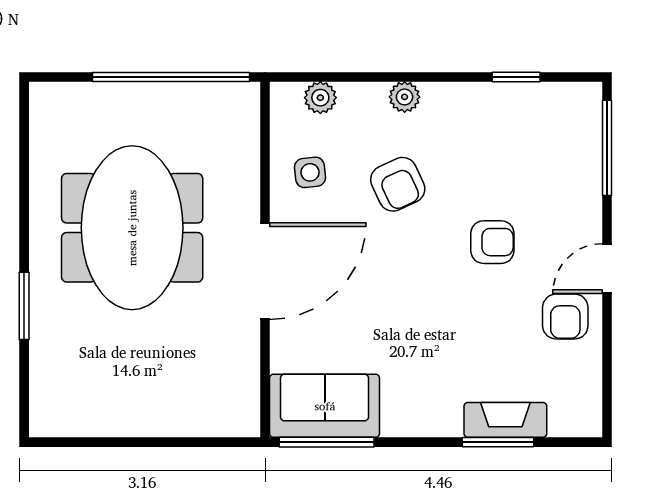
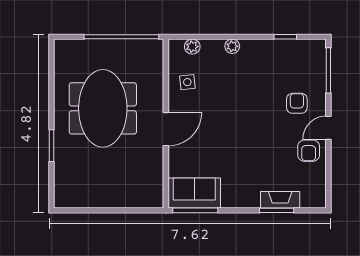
armchair: (398, 184) -> (229, 88), removed
armchair: (492, 242) -> (297, 103), moved, turned -90
door: (265, 271) -> (166, 129), width x0.73

